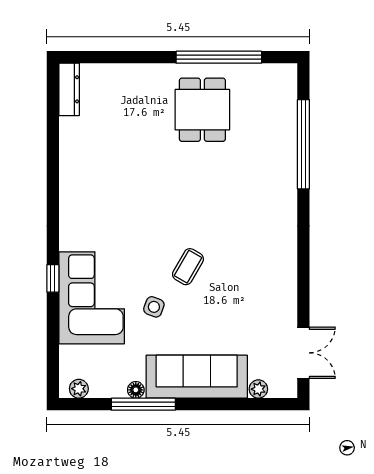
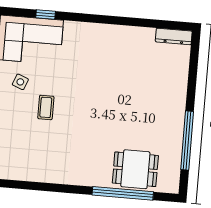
dining table: (202, 110) -> (135, 169), moved
coffee table: (188, 267) -> (46, 107), turned 60

